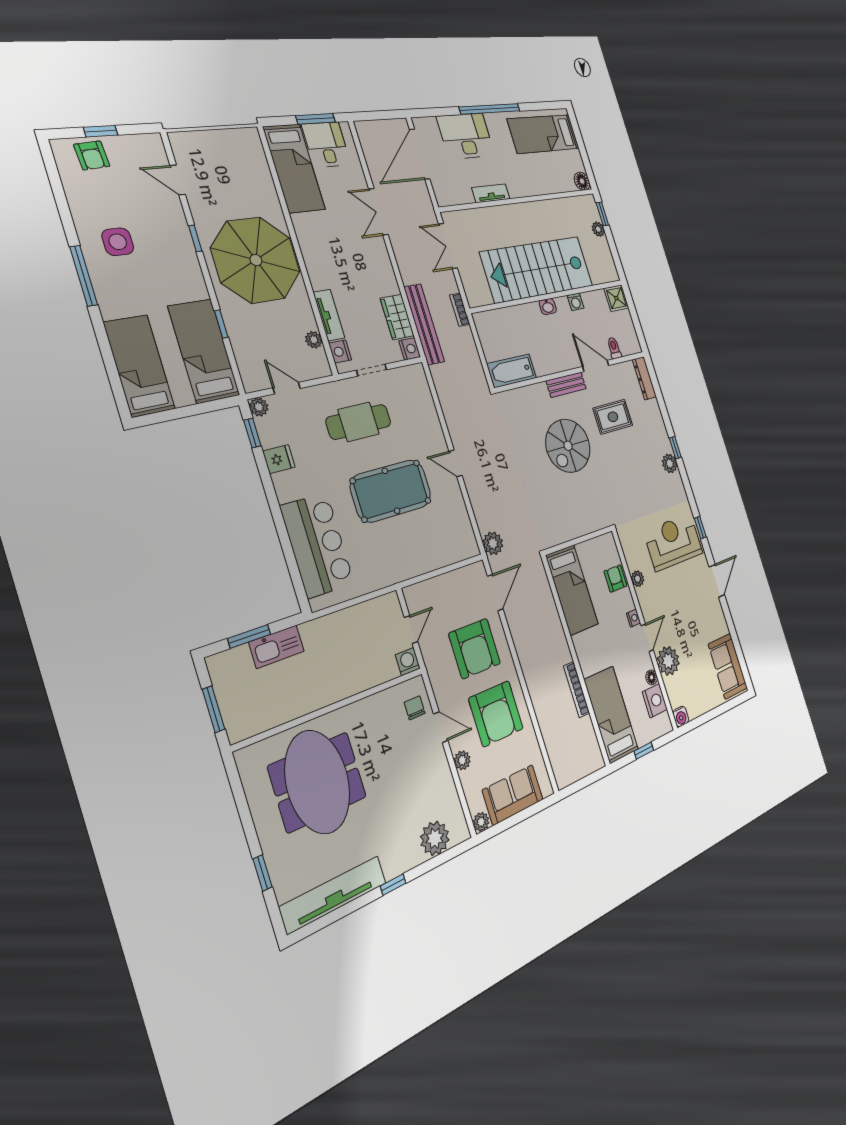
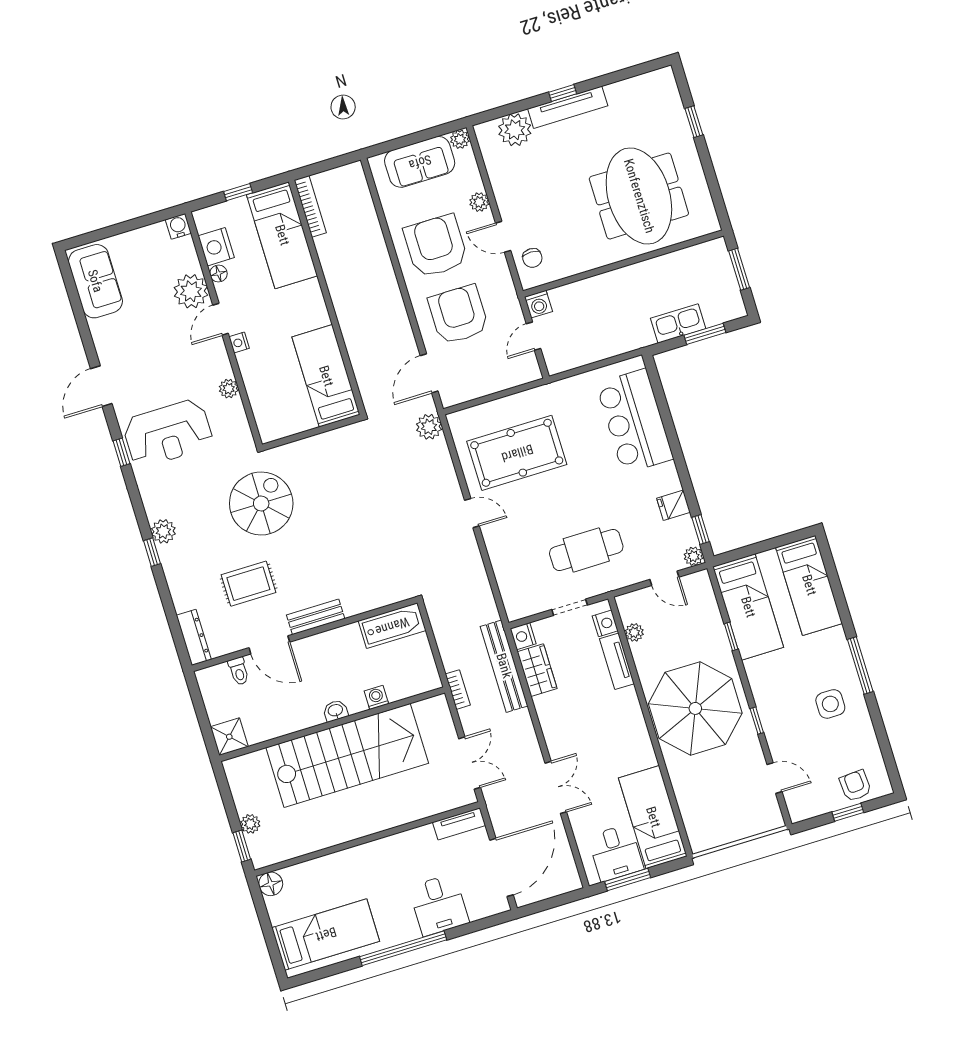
desk: (466, 136) -> (439, 905), width x0.73
tv unit: (491, 193) -> (459, 824), moved
washing machine: (576, 302) -> (376, 697), moved
spiral stairs: (568, 446) -> (261, 503), moved
pool table: (391, 491) -> (517, 453), moved
armchair: (615, 578) -> (262, 389), removed
bookcase: (576, 690) -> (310, 206), moved
tv unit: (333, 895) -> (568, 107), moved, width x0.73, depth x0.78

